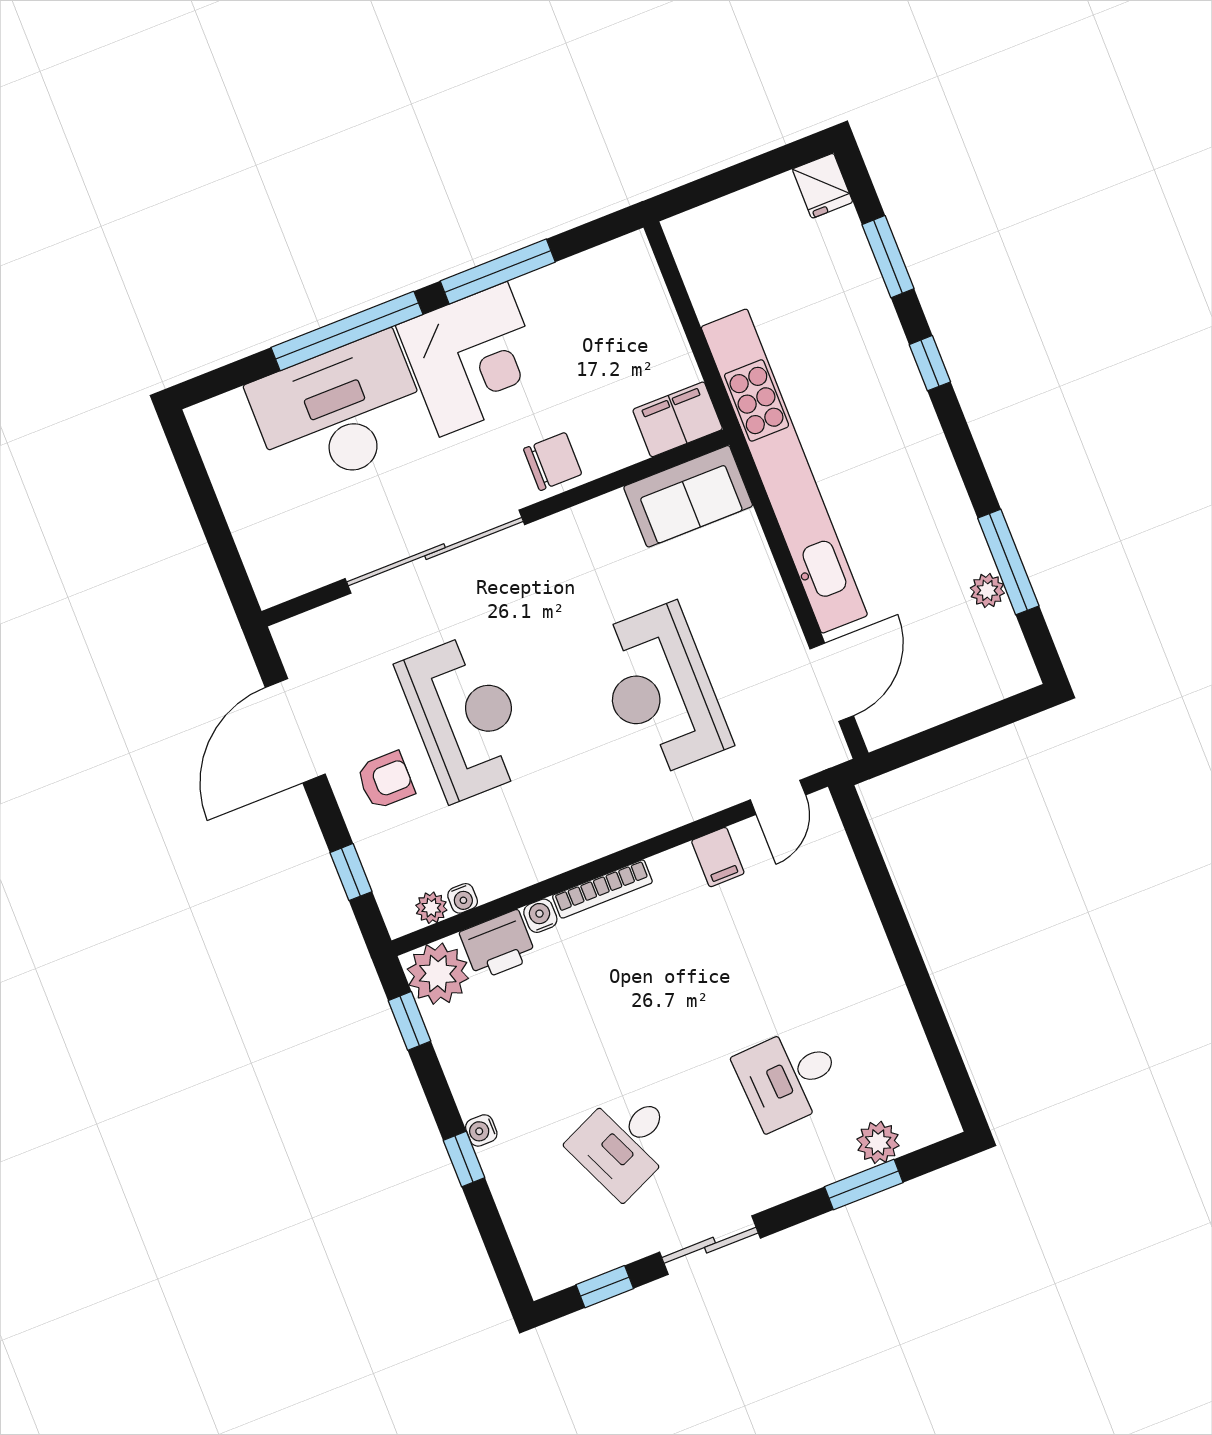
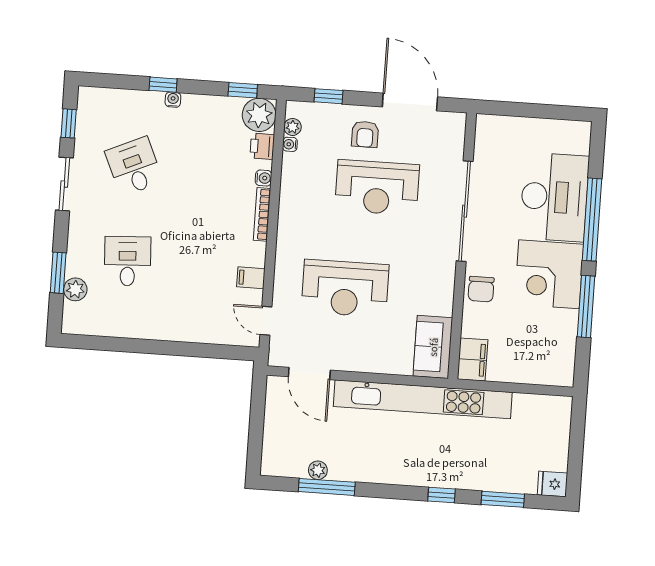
reception desk: (660, 690) -> (345, 288), turned 180
printer: (498, 945) -> (262, 146), width x0.73, depth x0.81

